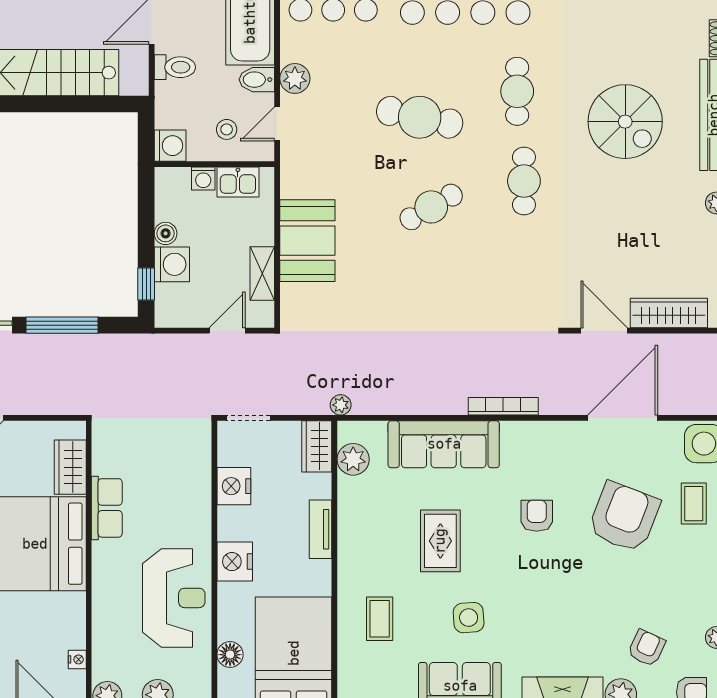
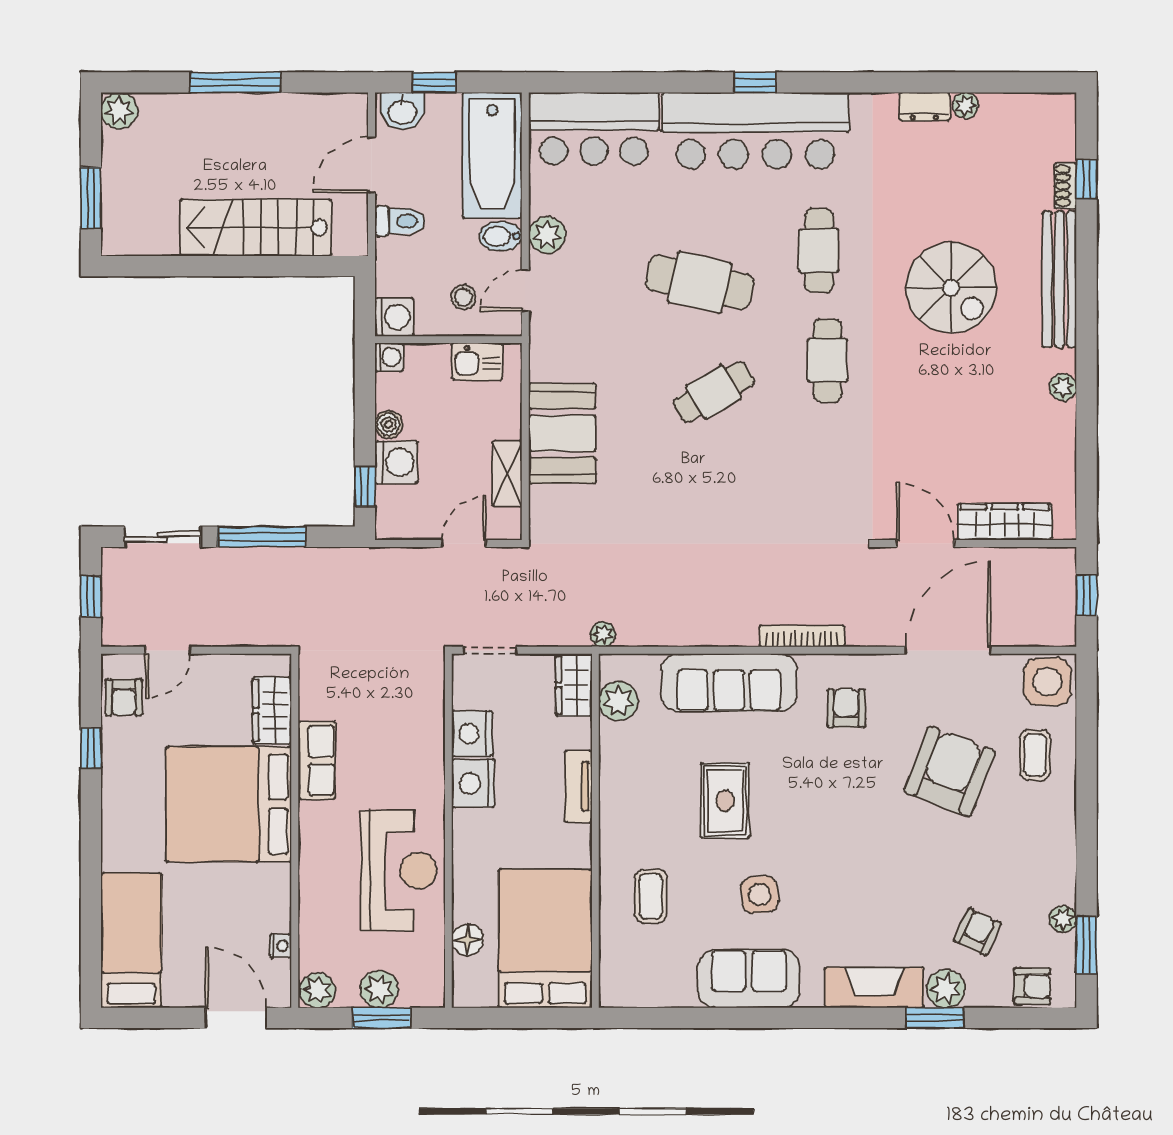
washing machine: (203, 178) -> (389, 357), moved, turned -90
armchair: (537, 516) -> (846, 708), moved
nightstand: (235, 562) -> (473, 783), moved

